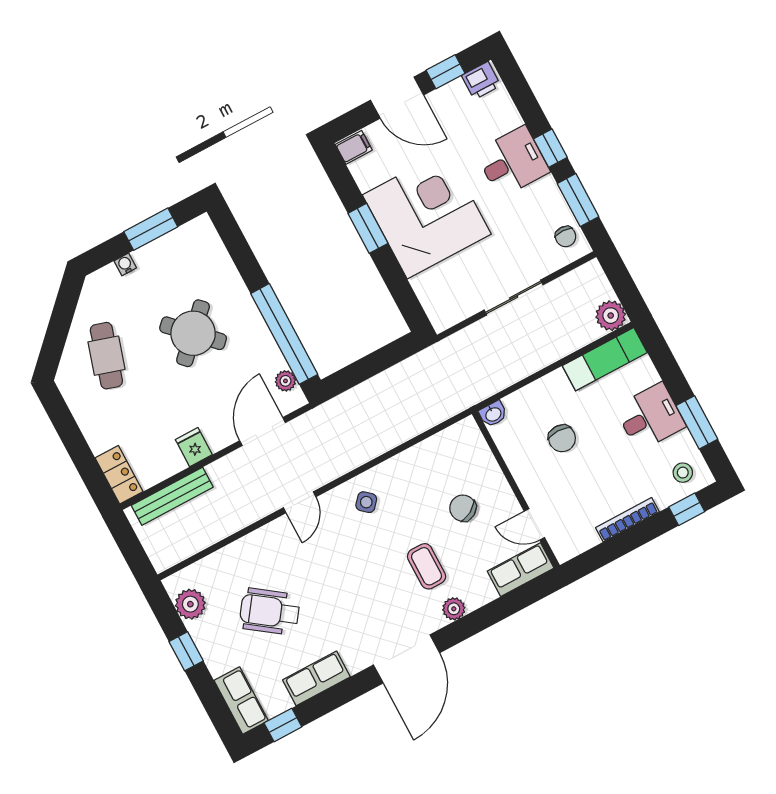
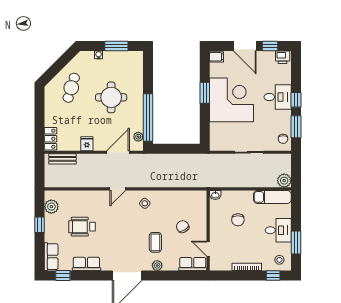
round table: (193, 333) -> (111, 97), turned 45
bench: (172, 496) -> (62, 159), width x0.73
wheelchair: (270, 611) -> (82, 227), turned -36

